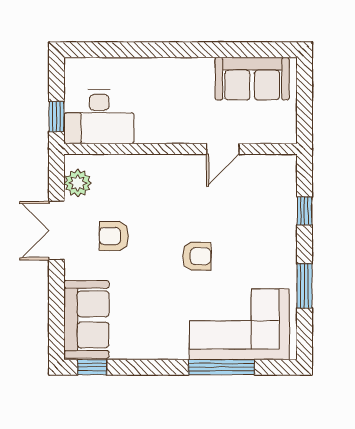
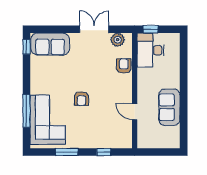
sofa: (252, 79) -> (169, 107), moved
armchair: (114, 236) -> (124, 66), moved

